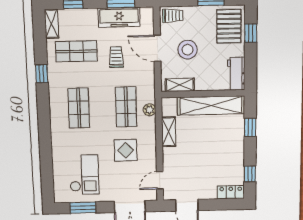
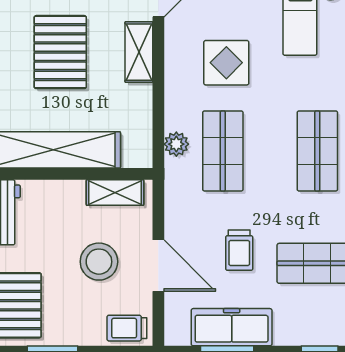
shelving: (169, 132) -> (139, 52), moved
pallet: (208, 153) -> (60, 52), added

